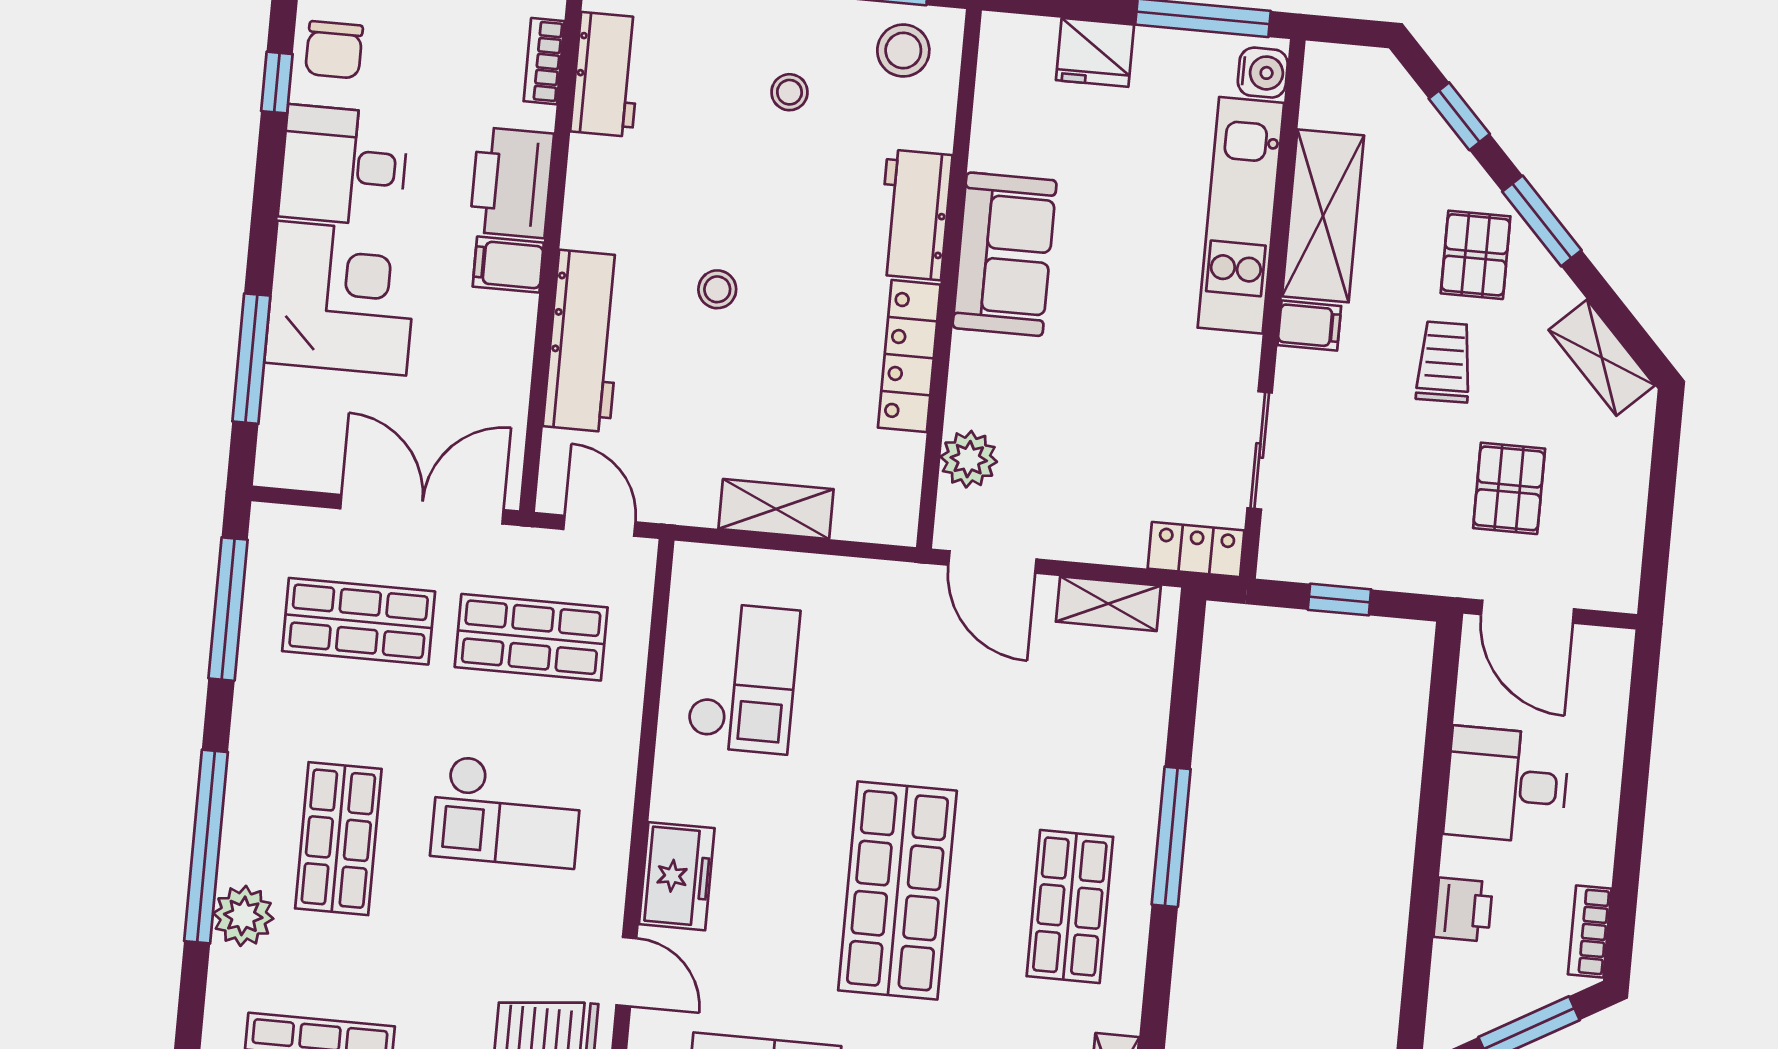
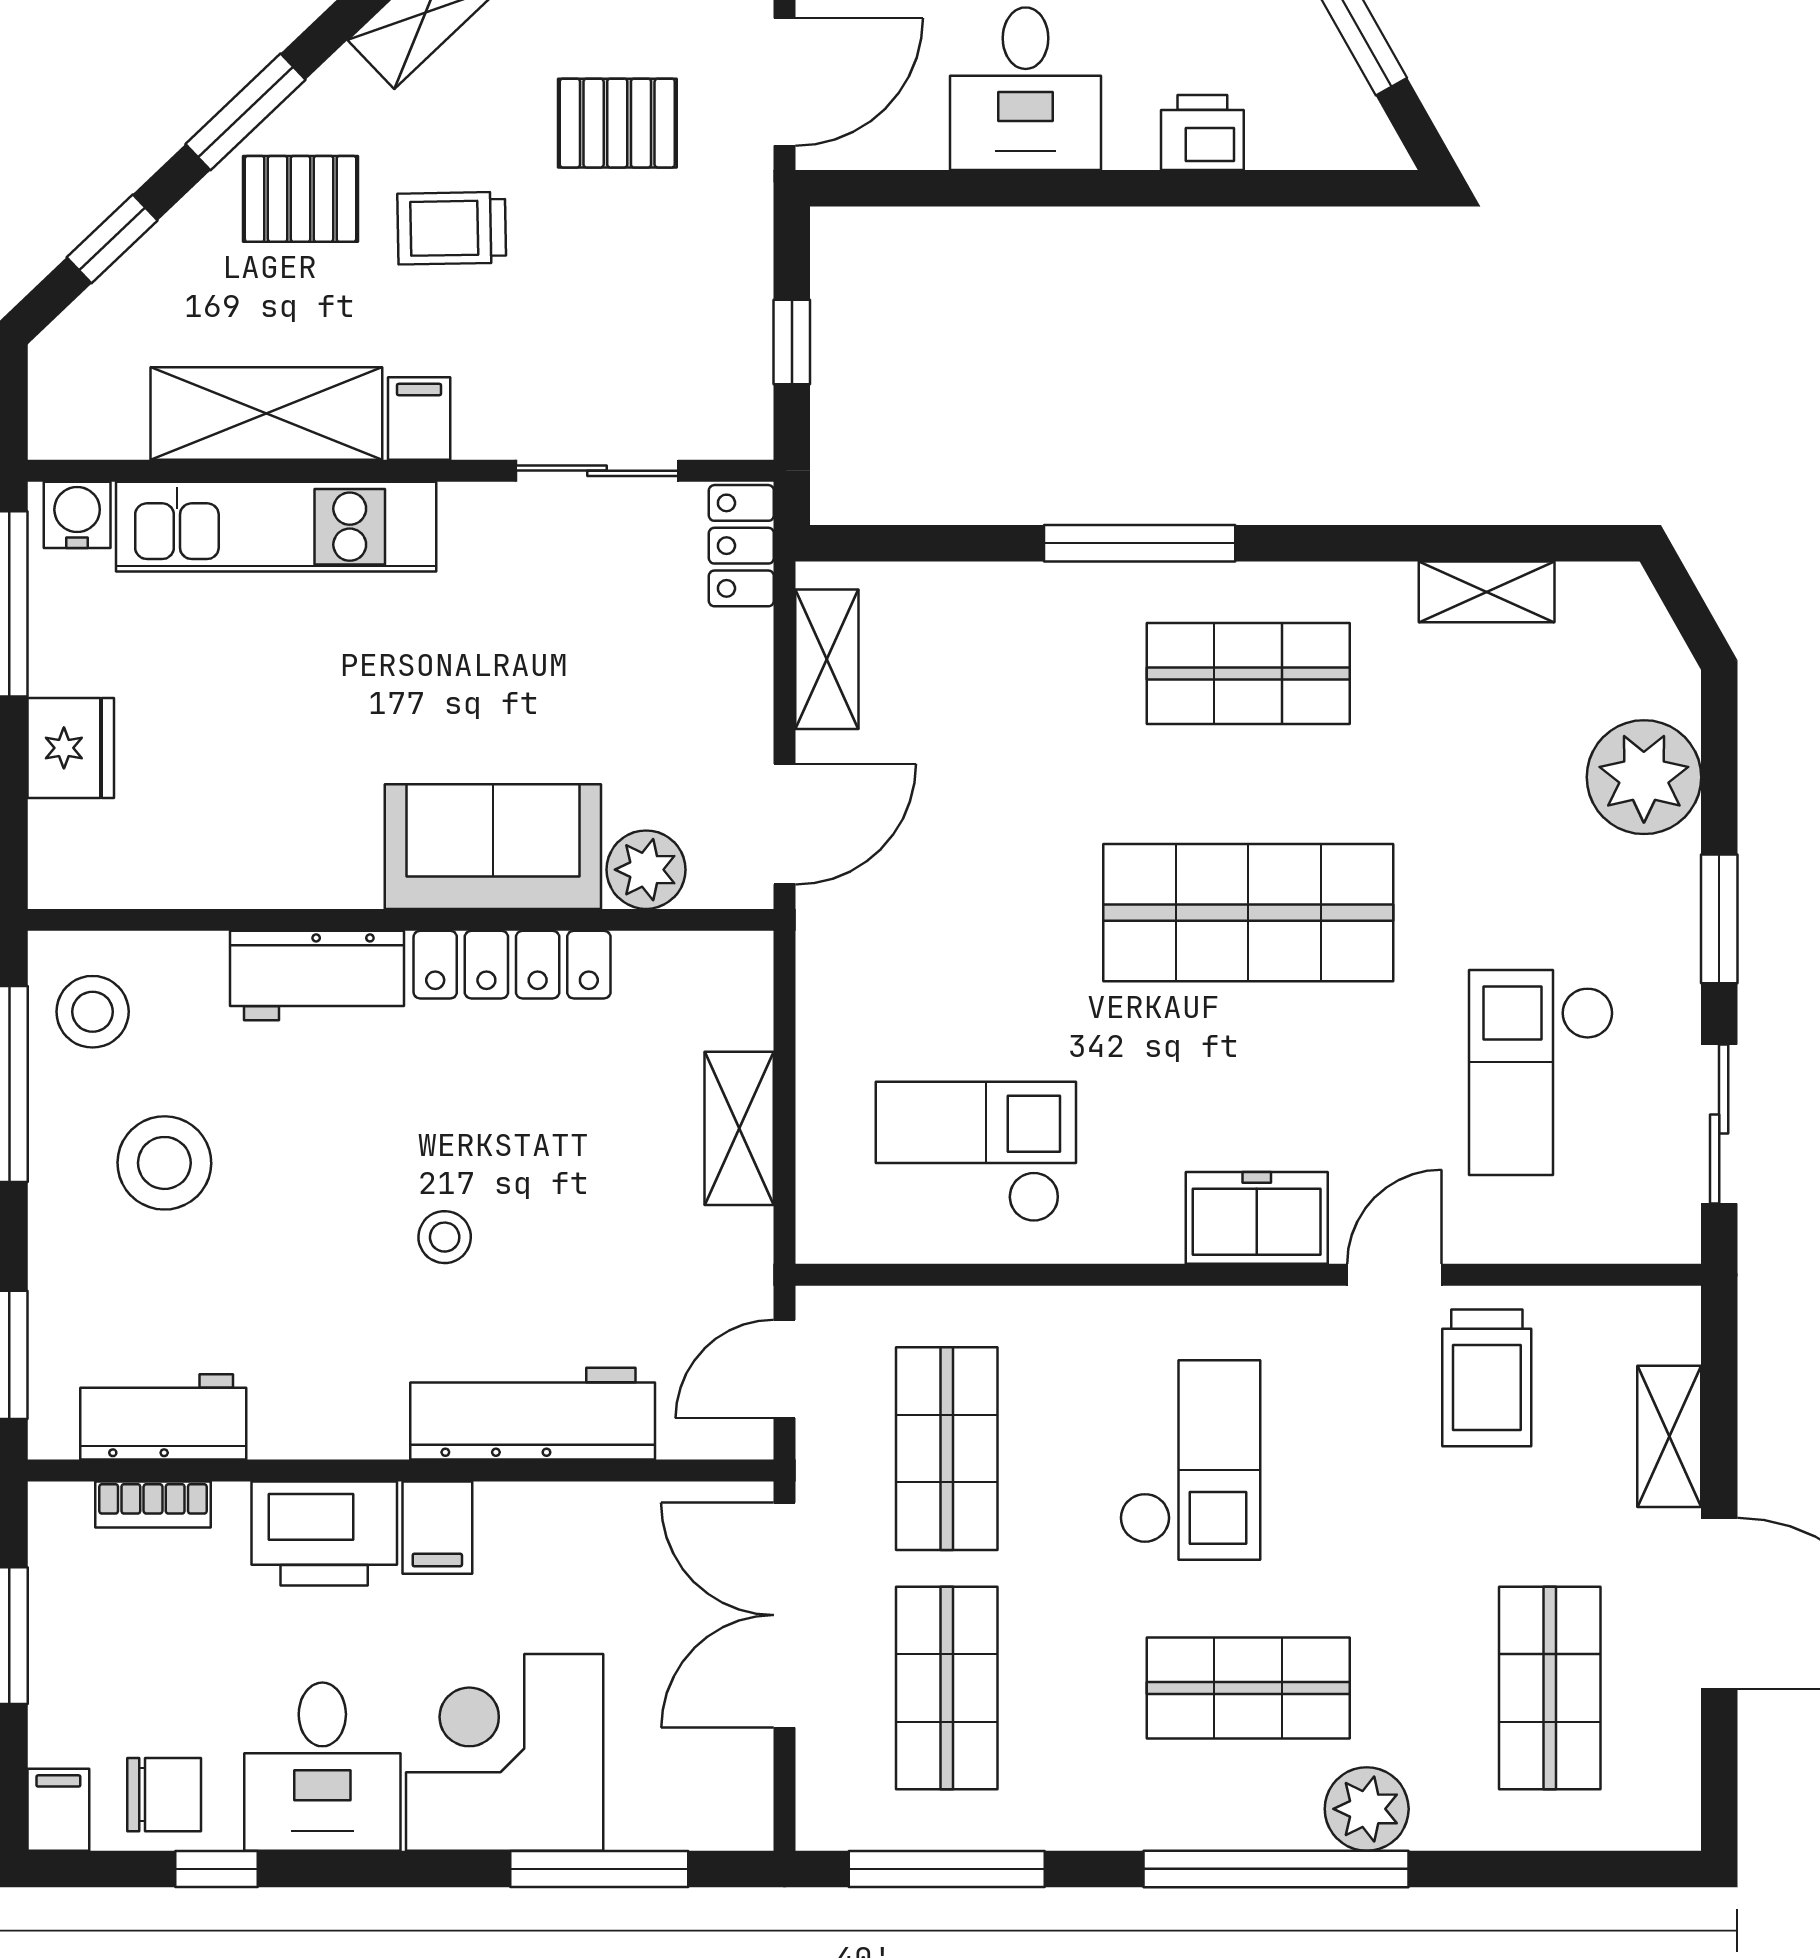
stool: (789, 92) -> (164, 1163), width x1.89, depth x1.89
sofa: (1005, 254) -> (493, 847), moved

